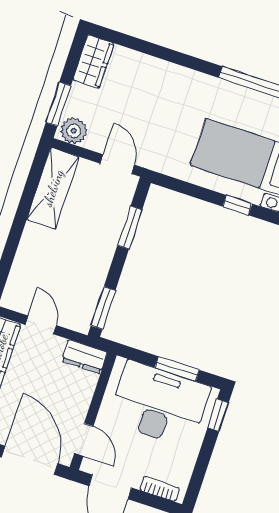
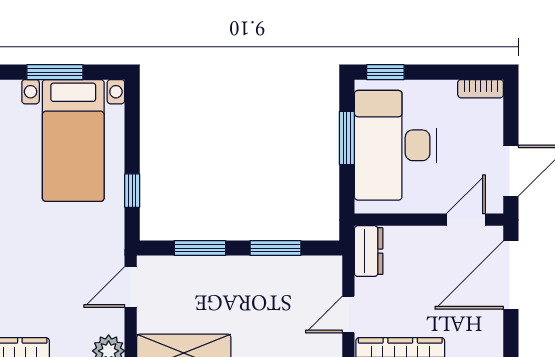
window: (237, 205) -> (132, 191), moved
window: (103, 308) -> (275, 248), moved
bookcase: (159, 489) -> (481, 89), moved, turned -90

